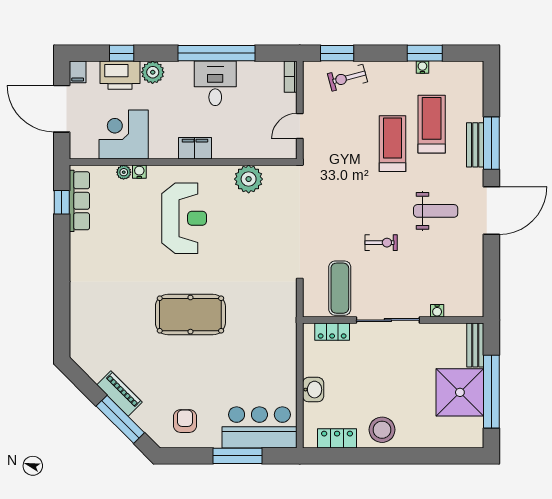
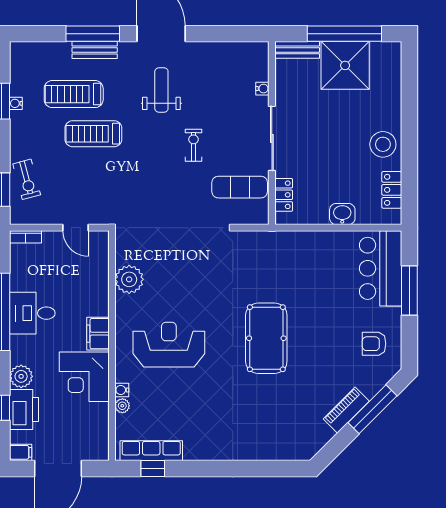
corner desk: (124, 135) -> (84, 377), moved

